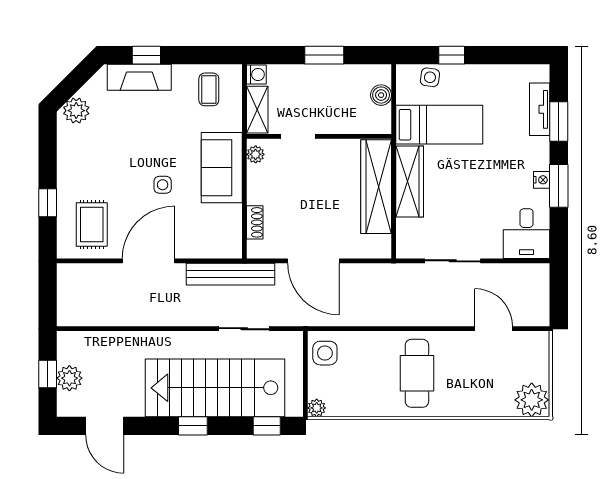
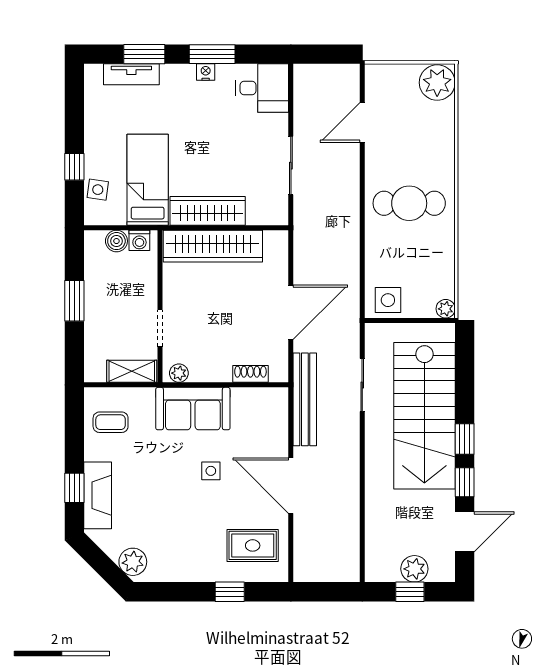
washing machine: (256, 75) -> (139, 240), moved, turned 180
window: (267, 426) -> (465, 482), moved

